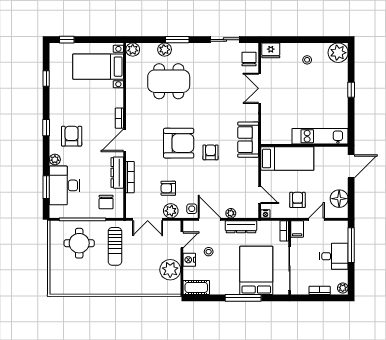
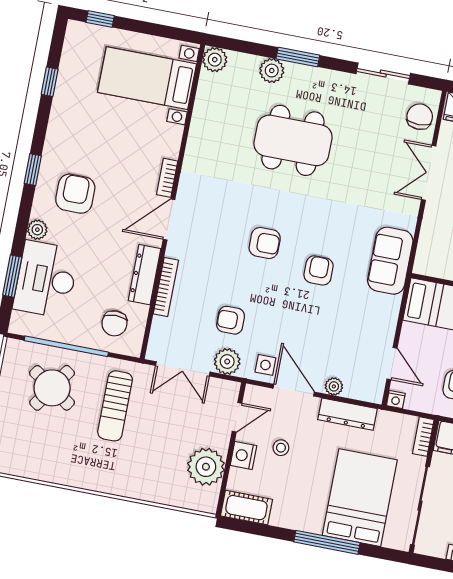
dining table: (169, 81) -> (293, 140), moved
armchair: (179, 143) -> (265, 243), width x0.53, depth x0.53
round table: (79, 243) -> (52, 388), turned 34

